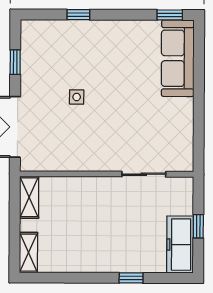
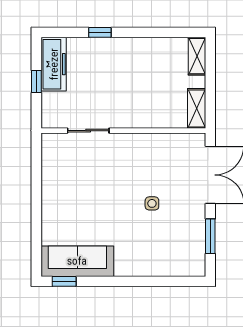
window: (78, 15) -> (151, 281), removed
sofa: (178, 58) -> (77, 261), moved, turned -90
window: (15, 62) -> (210, 236), width x1.50

